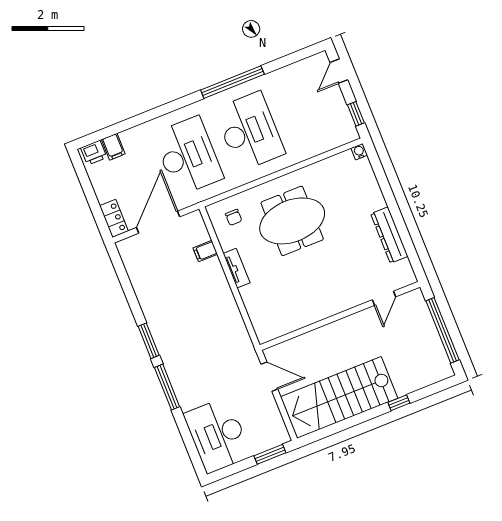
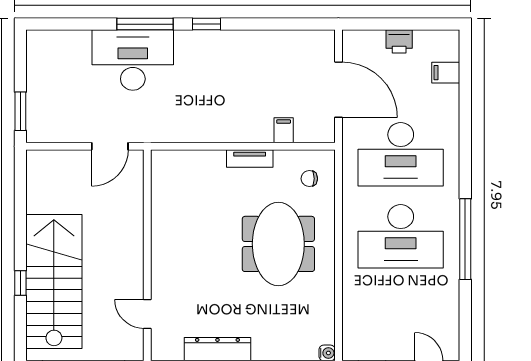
printer: (94, 153) -> (399, 41), moved, turned -90
locker: (114, 218) -> (363, 40), removed
window: (149, 341) -> (206, 24), width x0.67
stairs: (339, 397) -> (54, 282), moved
desk: (218, 435) -> (133, 60), moved

